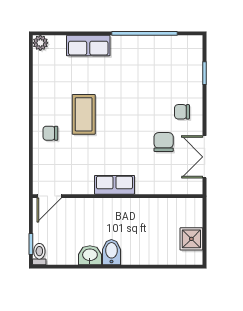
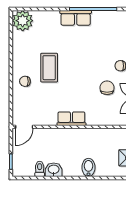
plant: (40, 43) -> (23, 21), width x1.87, depth x1.87
row of seats: (88, 46) -> (76, 18), moved
bidet: (111, 252) -> (88, 167), moved
toilet: (39, 254) -> (40, 169), moved

